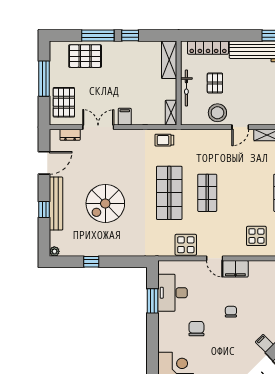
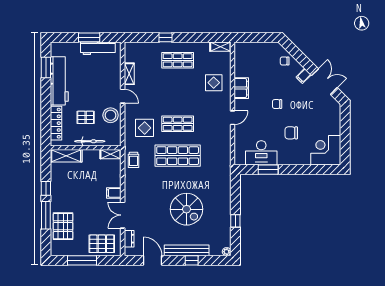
display table: (186, 245) -> (145, 128), moved
filing cabinet: (235, 269) -> (241, 88), moved

